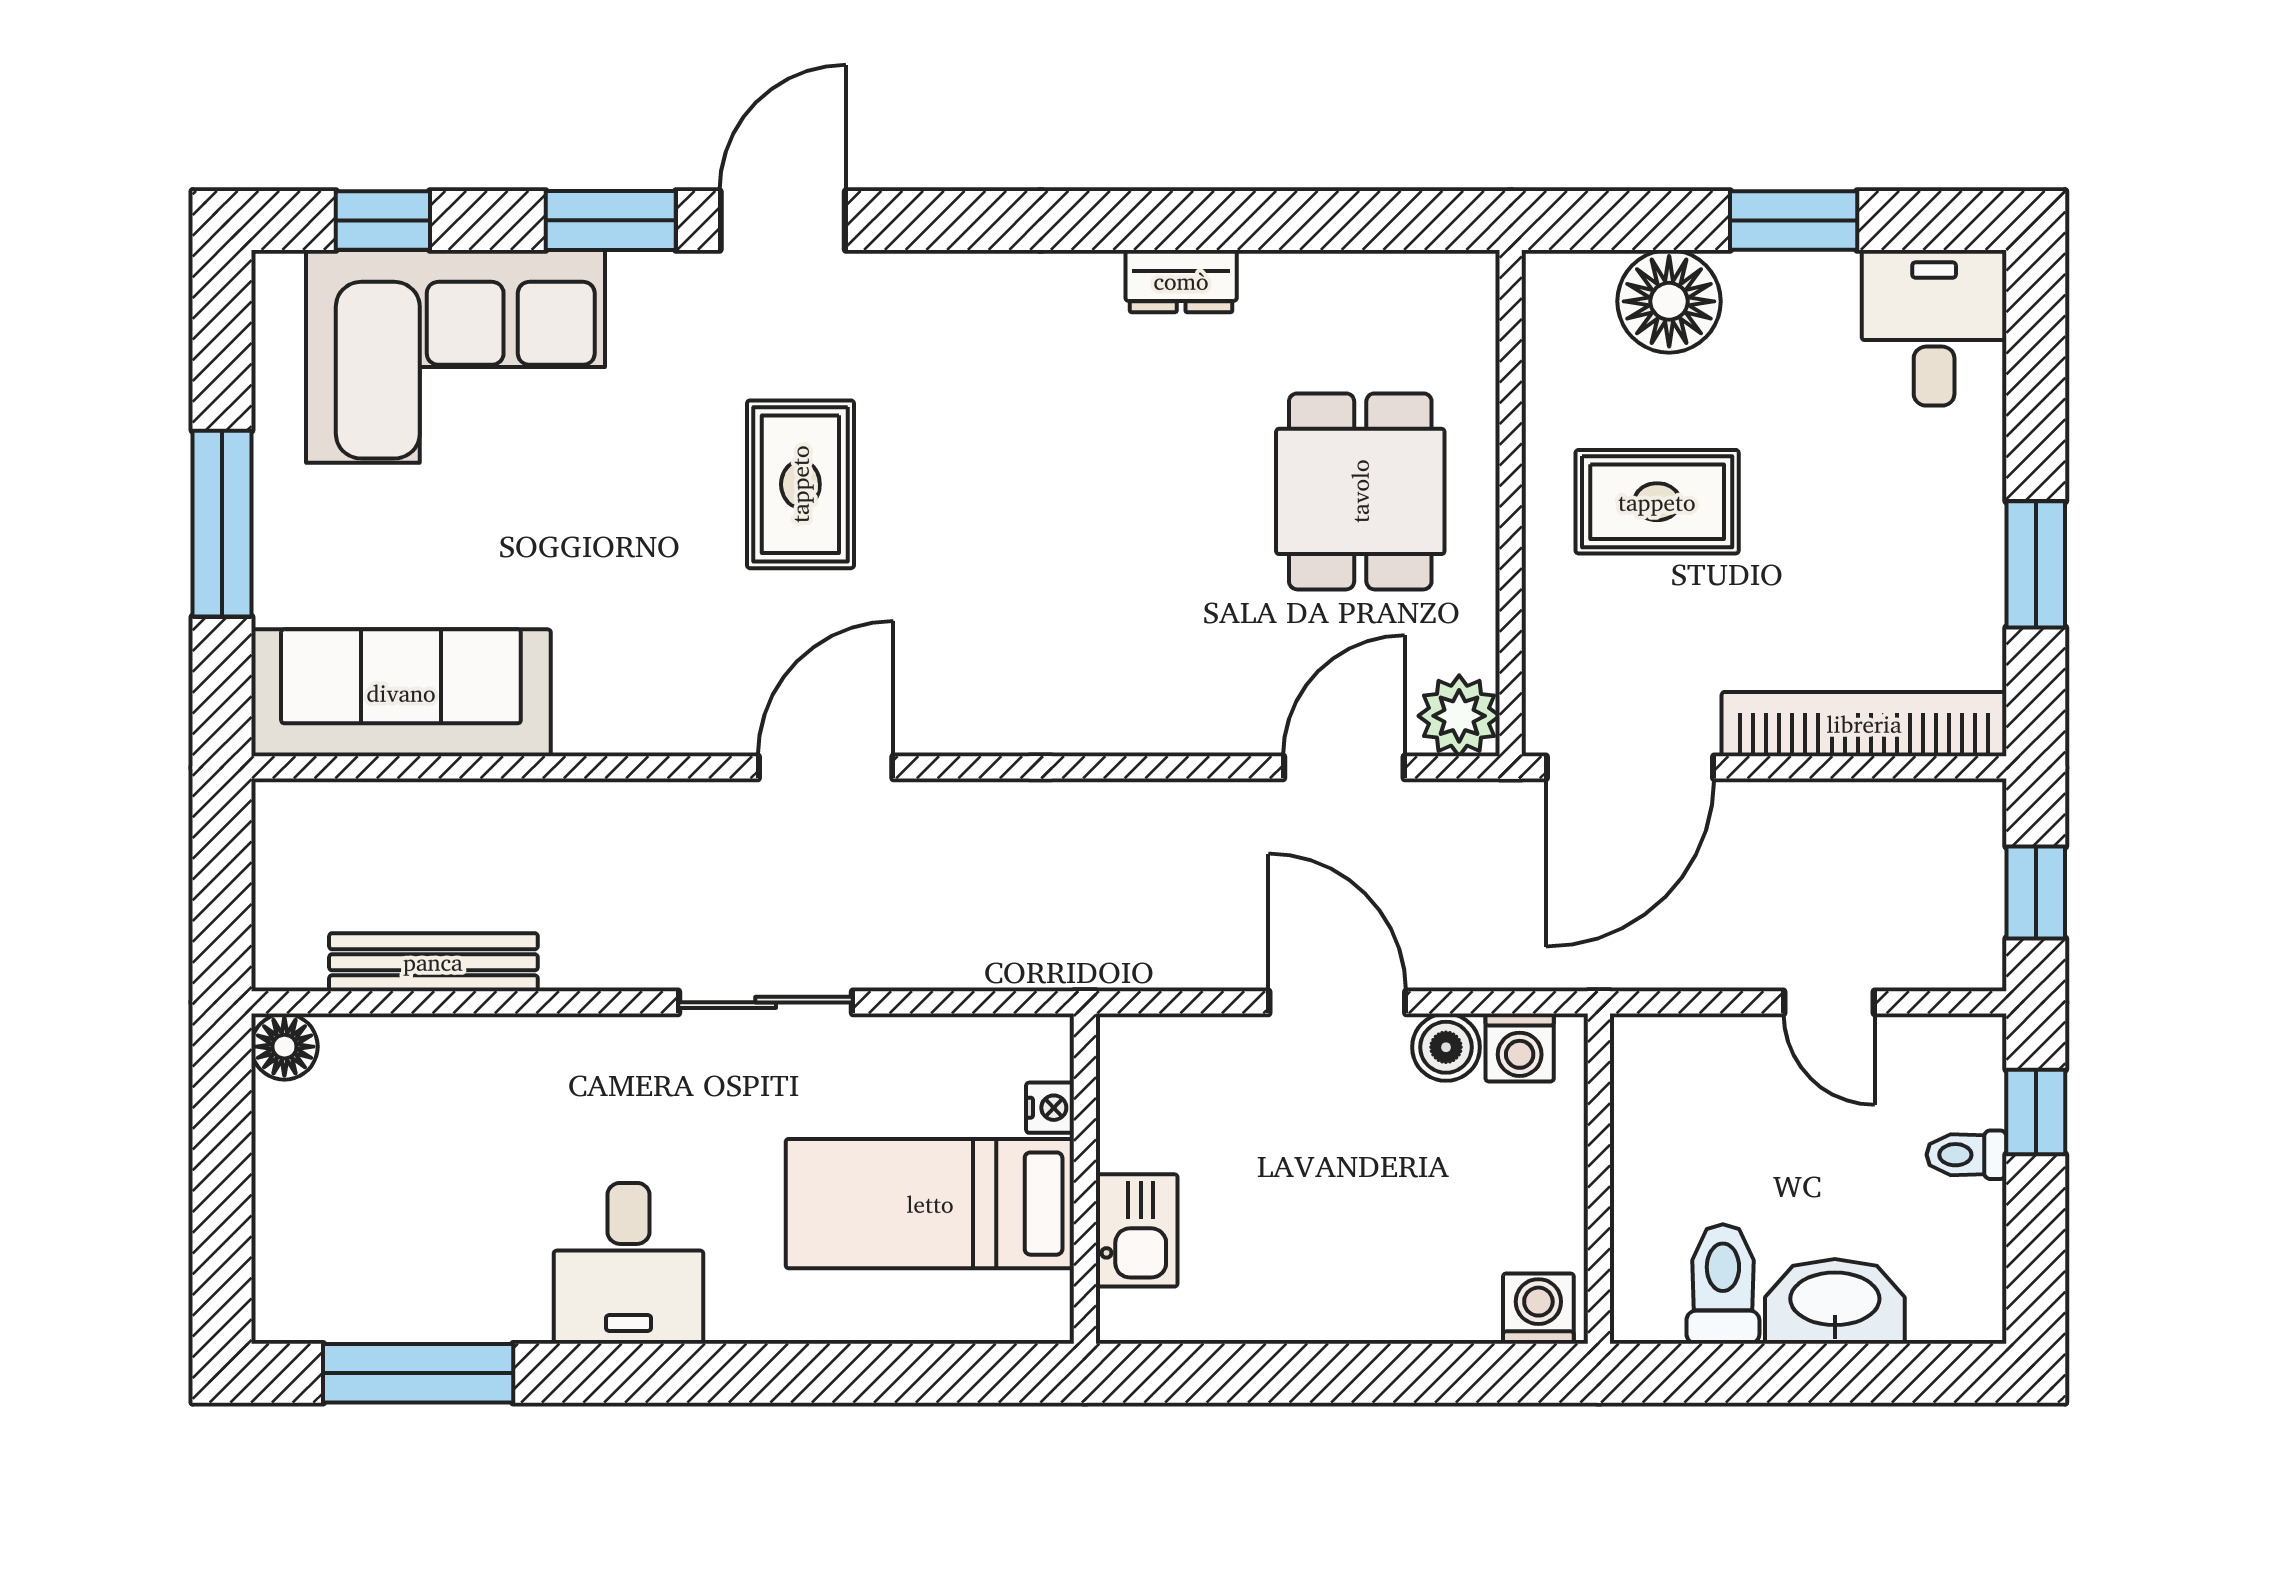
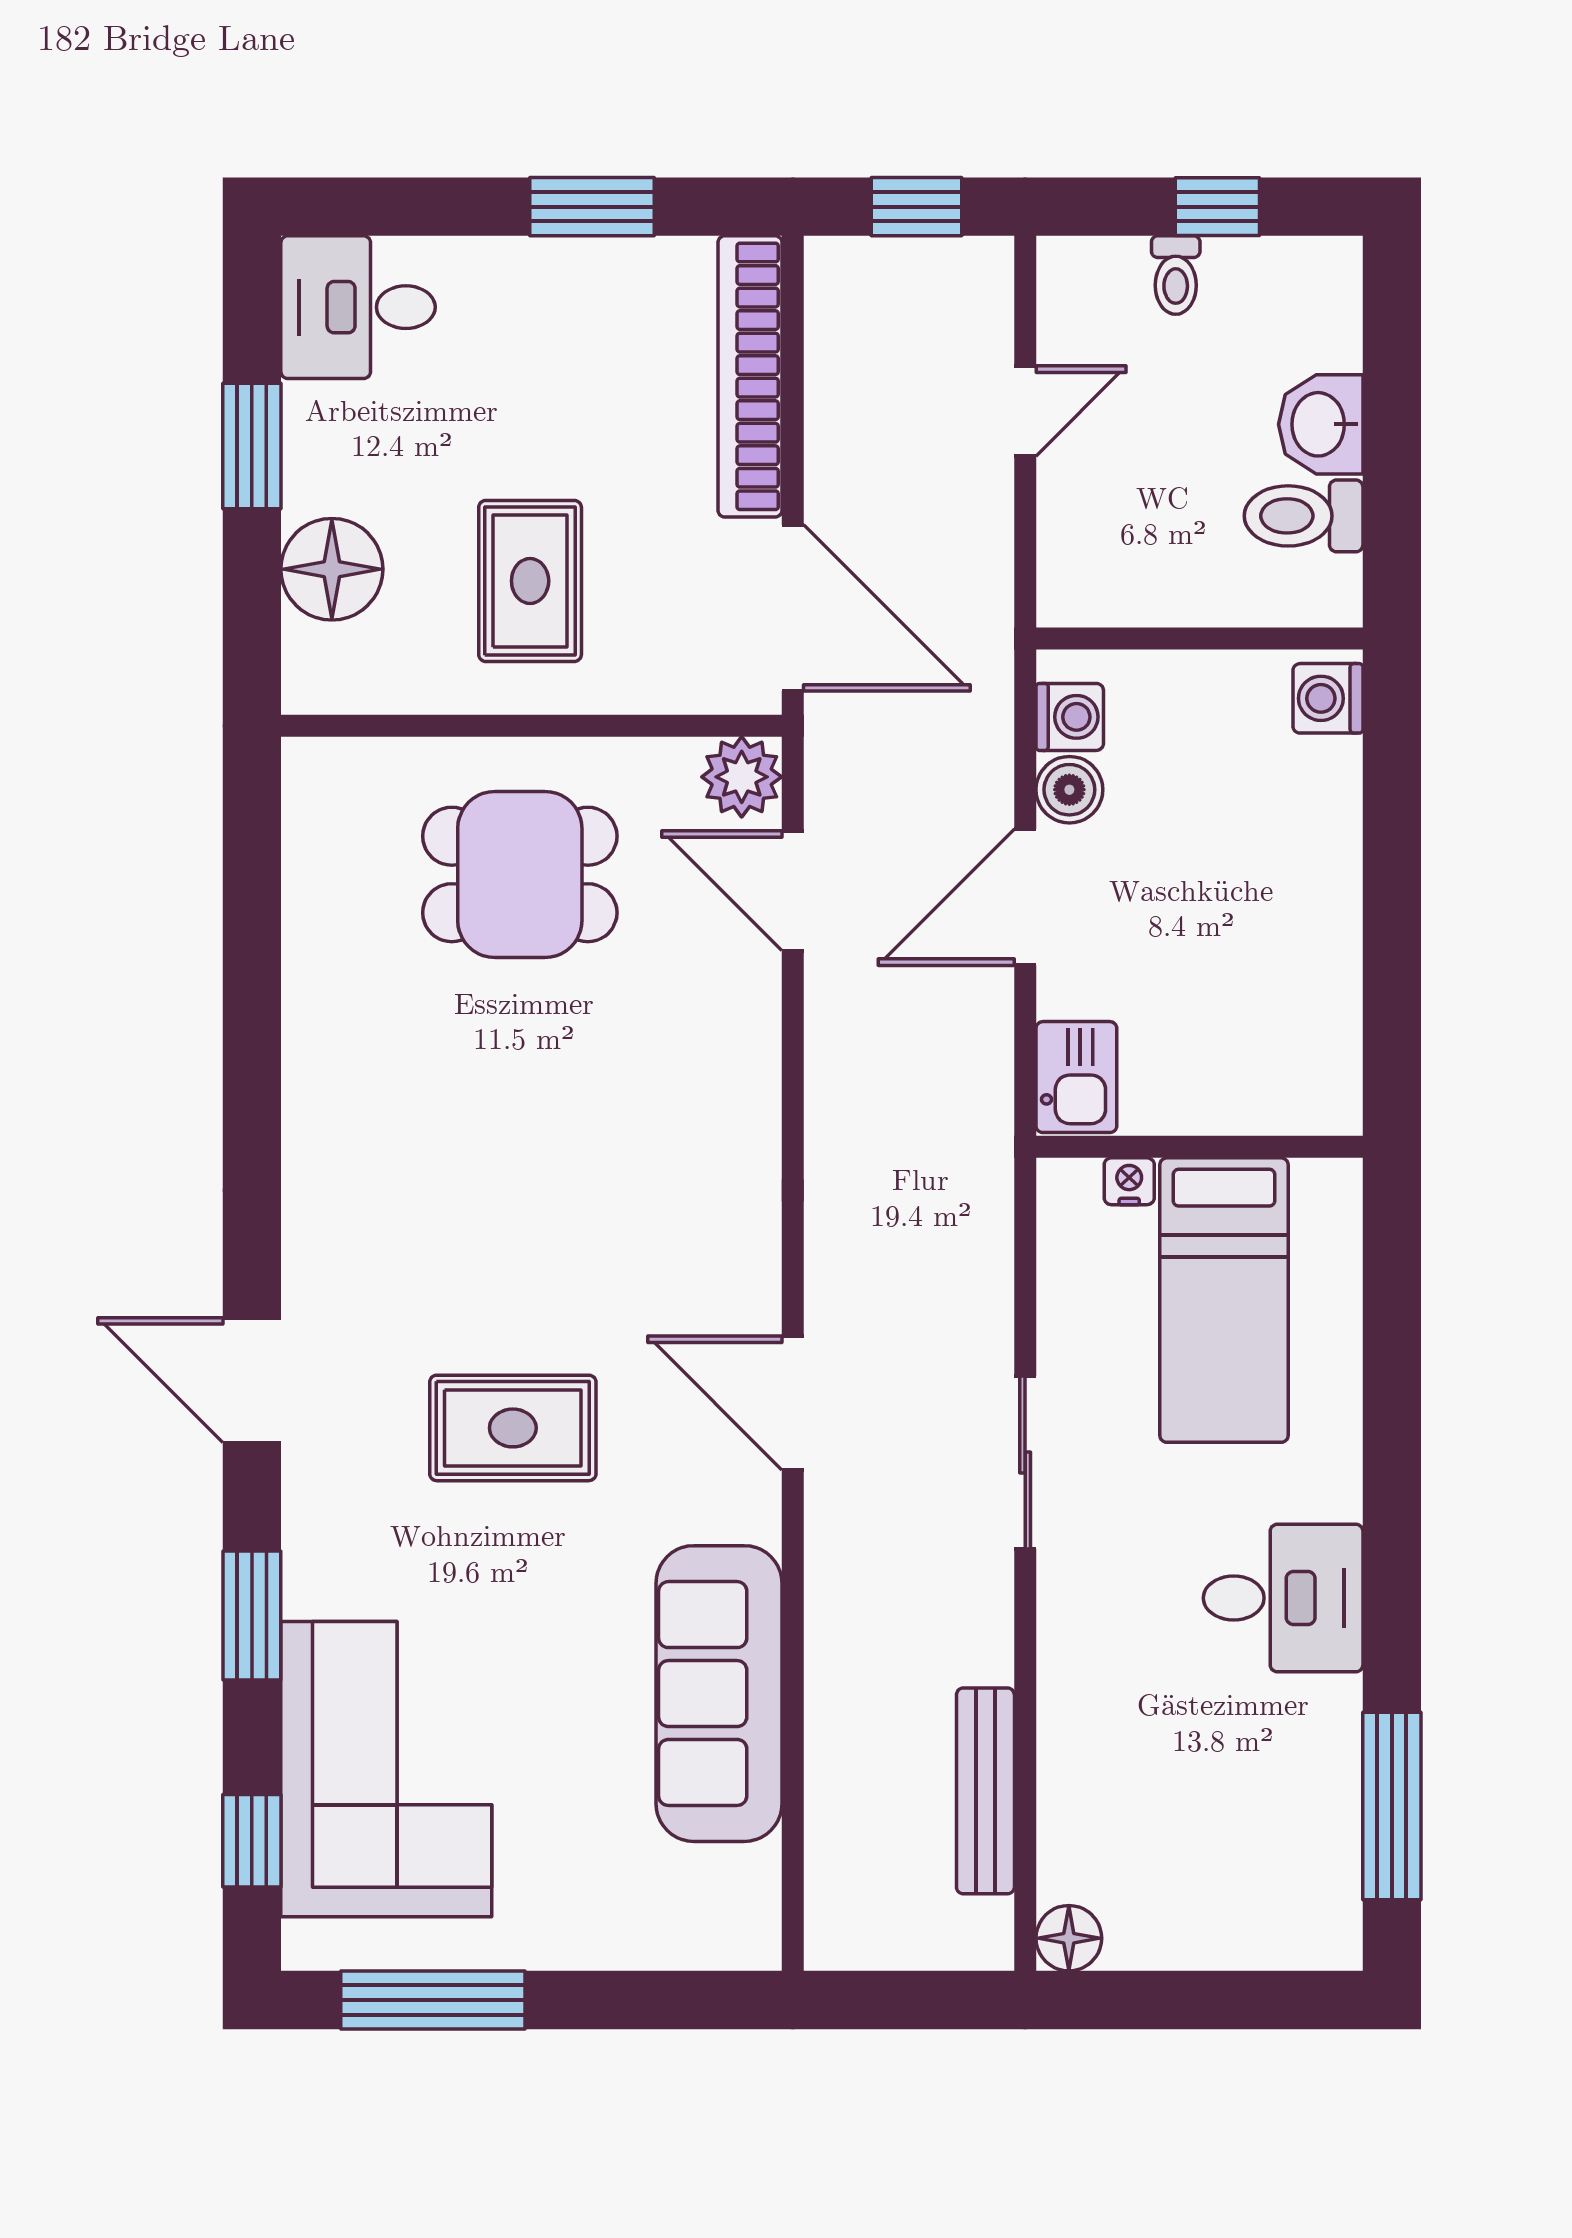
door: (783, 220) -> (252, 1380), moved
dresser: (1181, 281) -> (312, 1052), removed
window: (222, 524) -> (433, 2000), moved
sofa: (401, 693) -> (719, 1694), moved
window: (2036, 1112) -> (1217, 207), moved
kitchen sink: (1137, 1230) -> (1076, 1077), moved, turned 90
washbasin: (1835, 1301) -> (1321, 424), width x0.72

